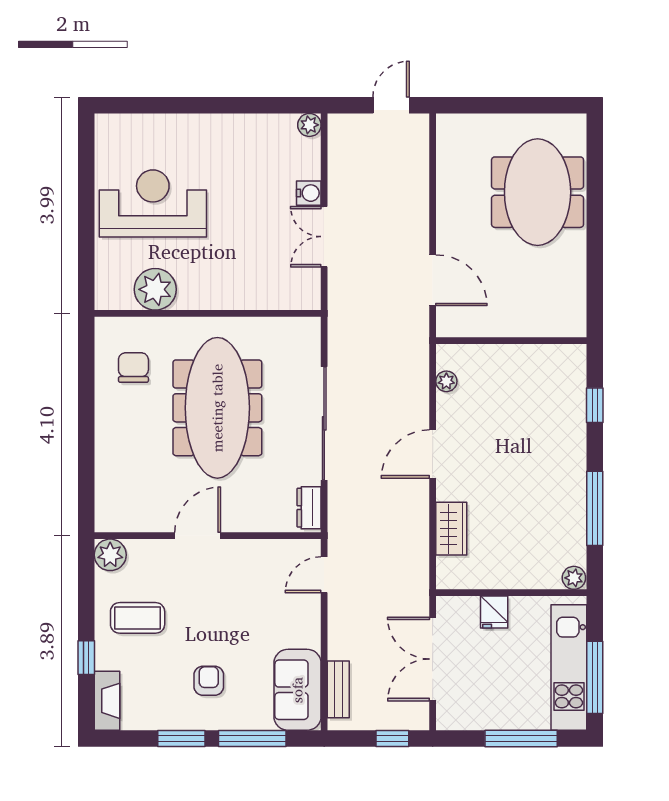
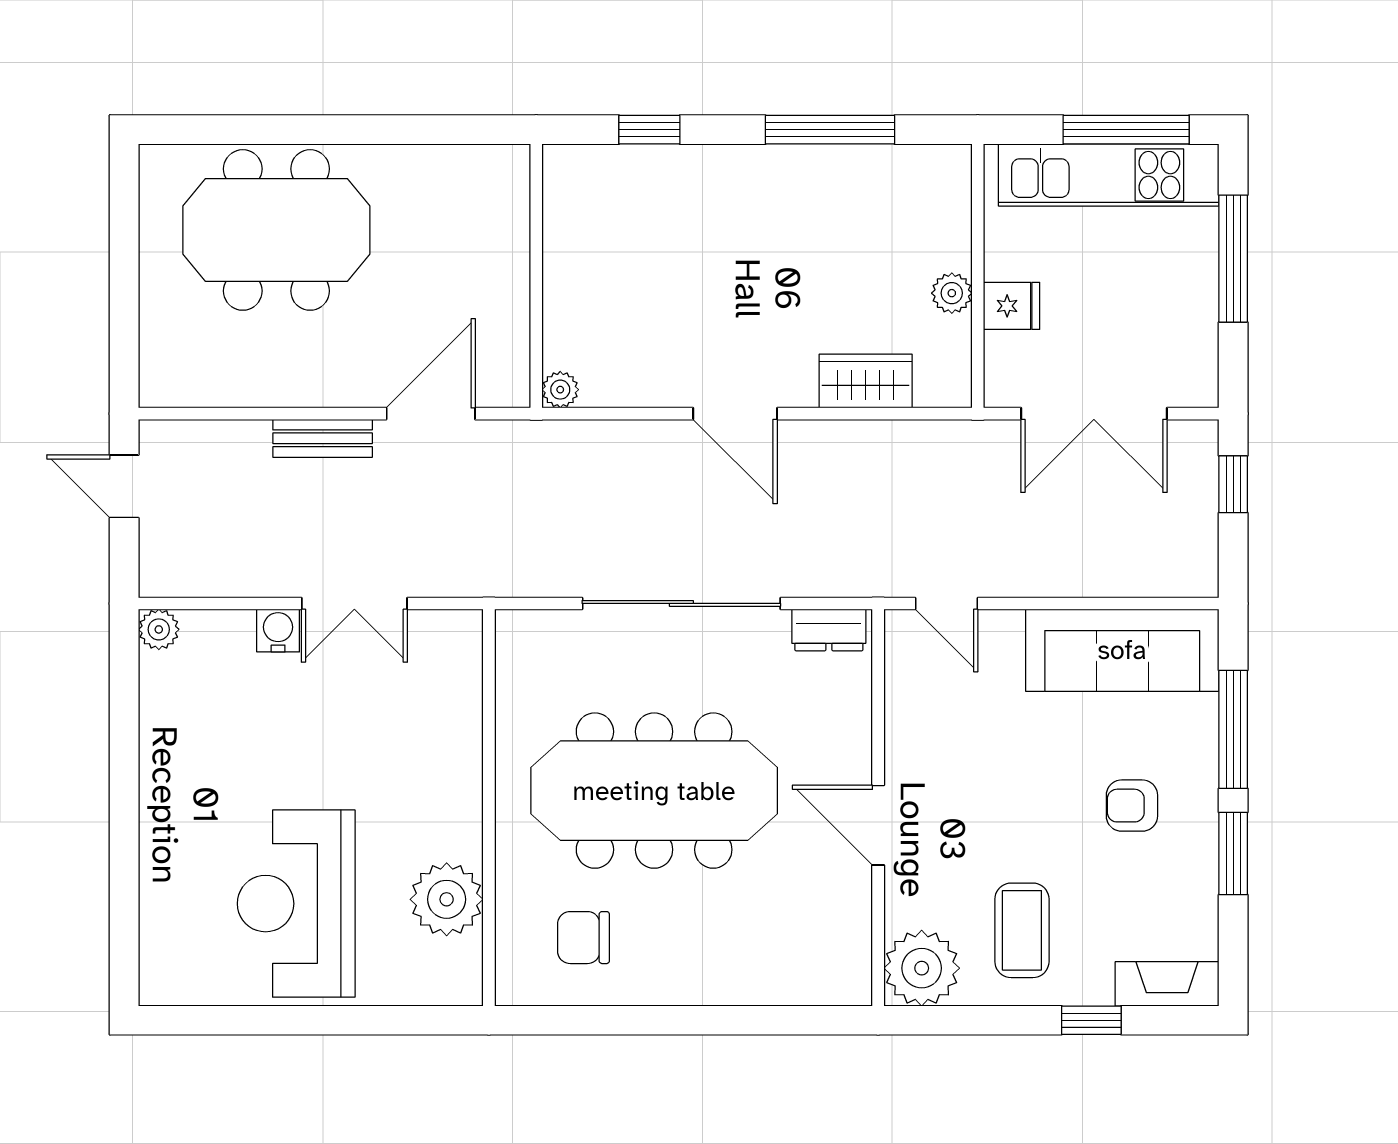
plant: (446, 381) -> (560, 390), moved
plant: (110, 555) -> (922, 968), width x1.36, depth x1.36
plant: (574, 578) -> (952, 293), moved
bench: (338, 689) -> (323, 438), moved
sofa: (297, 690) -> (1122, 650), width x1.36

